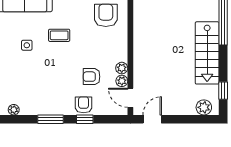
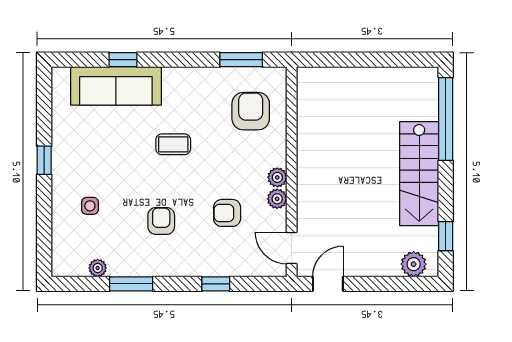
side table: (27, 45) -> (90, 206), moved
plant: (122, 81) -> (277, 177), moved
armchair: (84, 105) -> (161, 221), moved
window: (51, 119) -> (131, 284), moved

